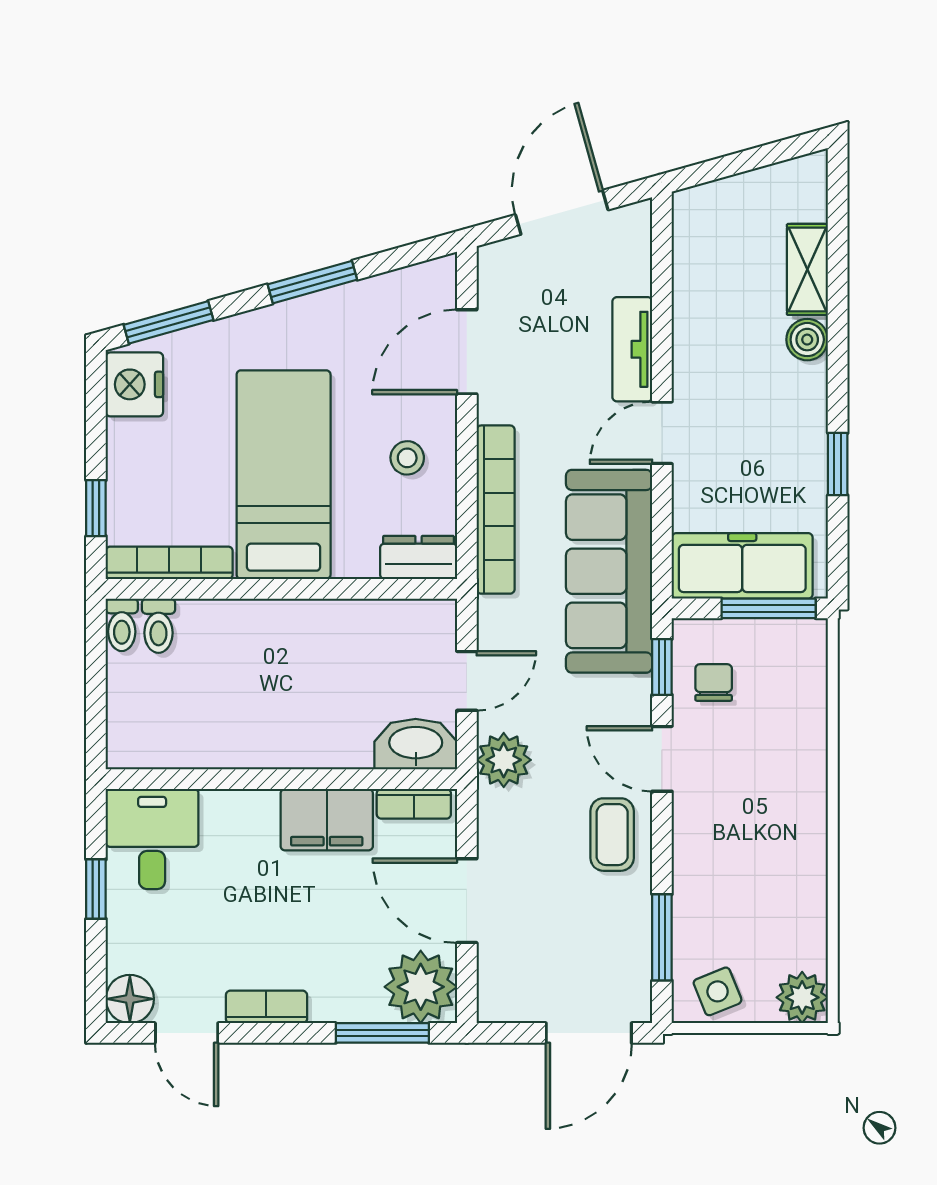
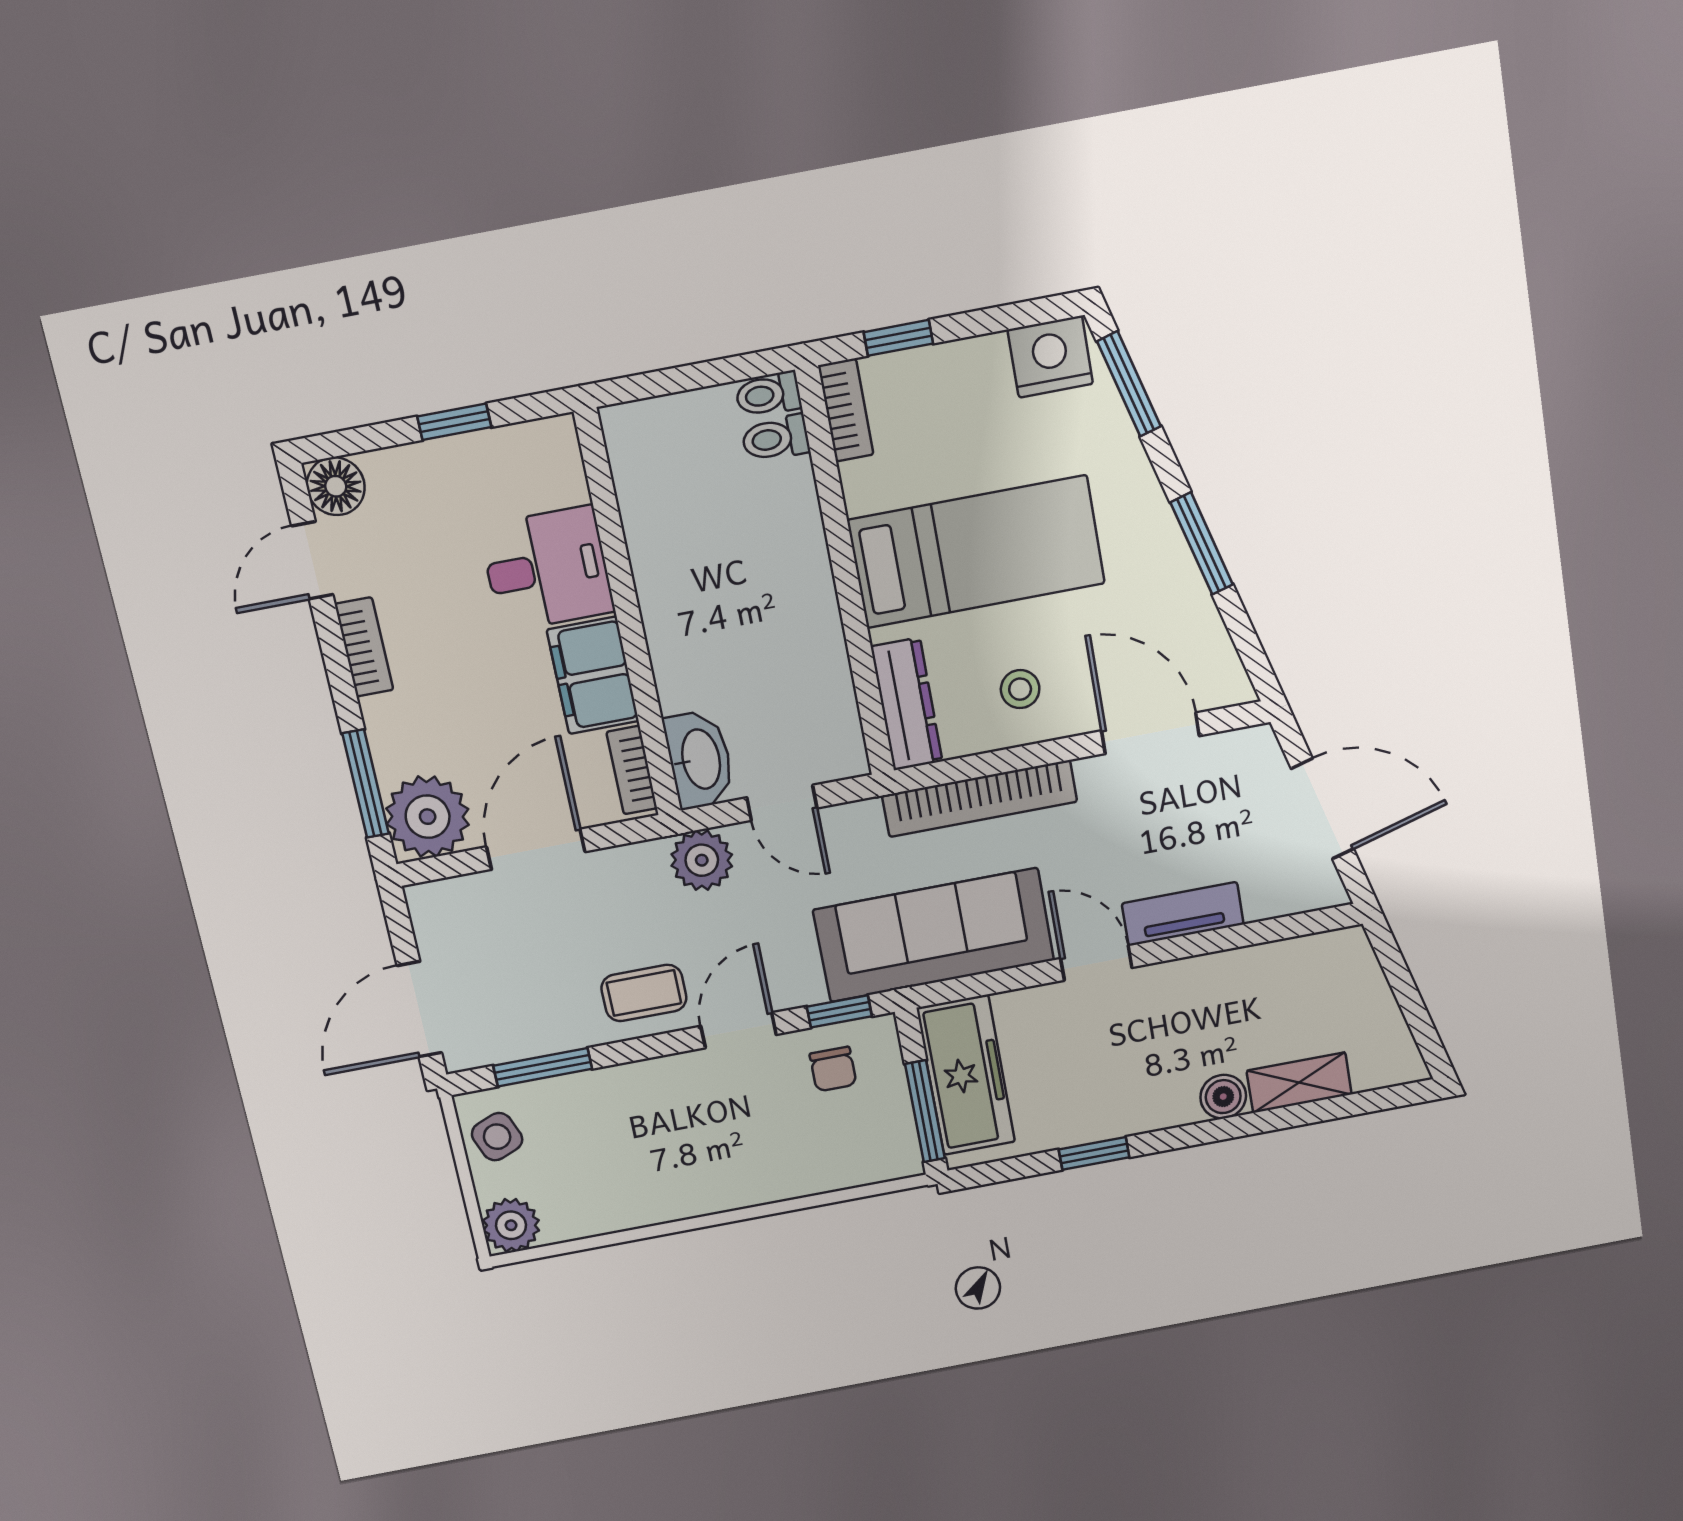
dresser: (419, 557) -> (907, 704), width x1.44
bookcase: (169, 563) -> (846, 410), width x0.64
chair: (714, 682) -> (833, 1069), turned 90
desk: (152, 839) -> (547, 569), moved
door: (589, 1033) -> (419, 1009), hinge flipped

